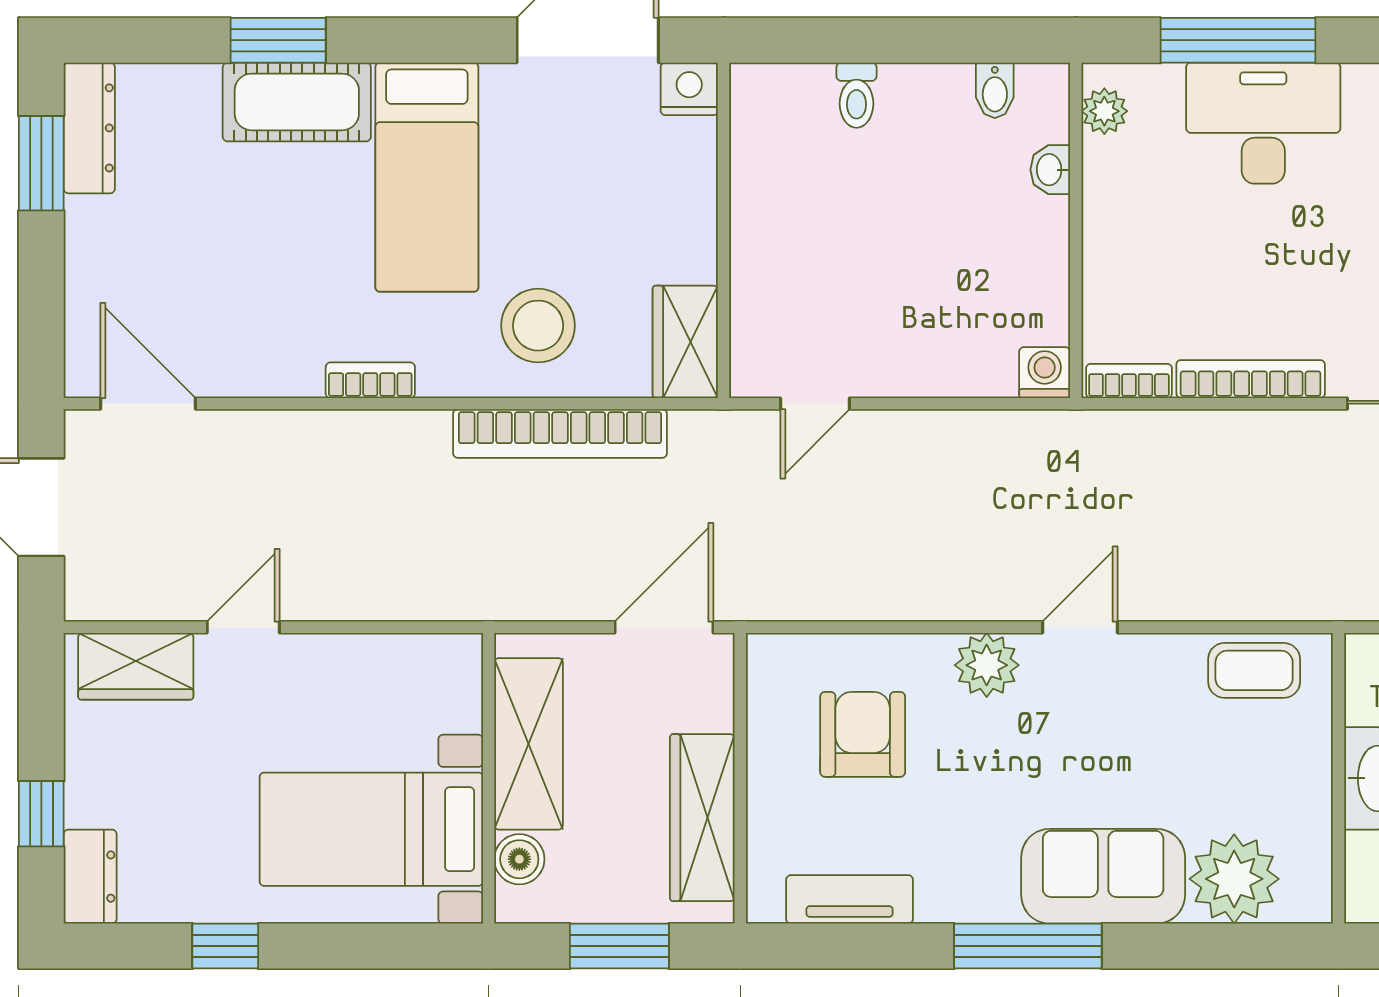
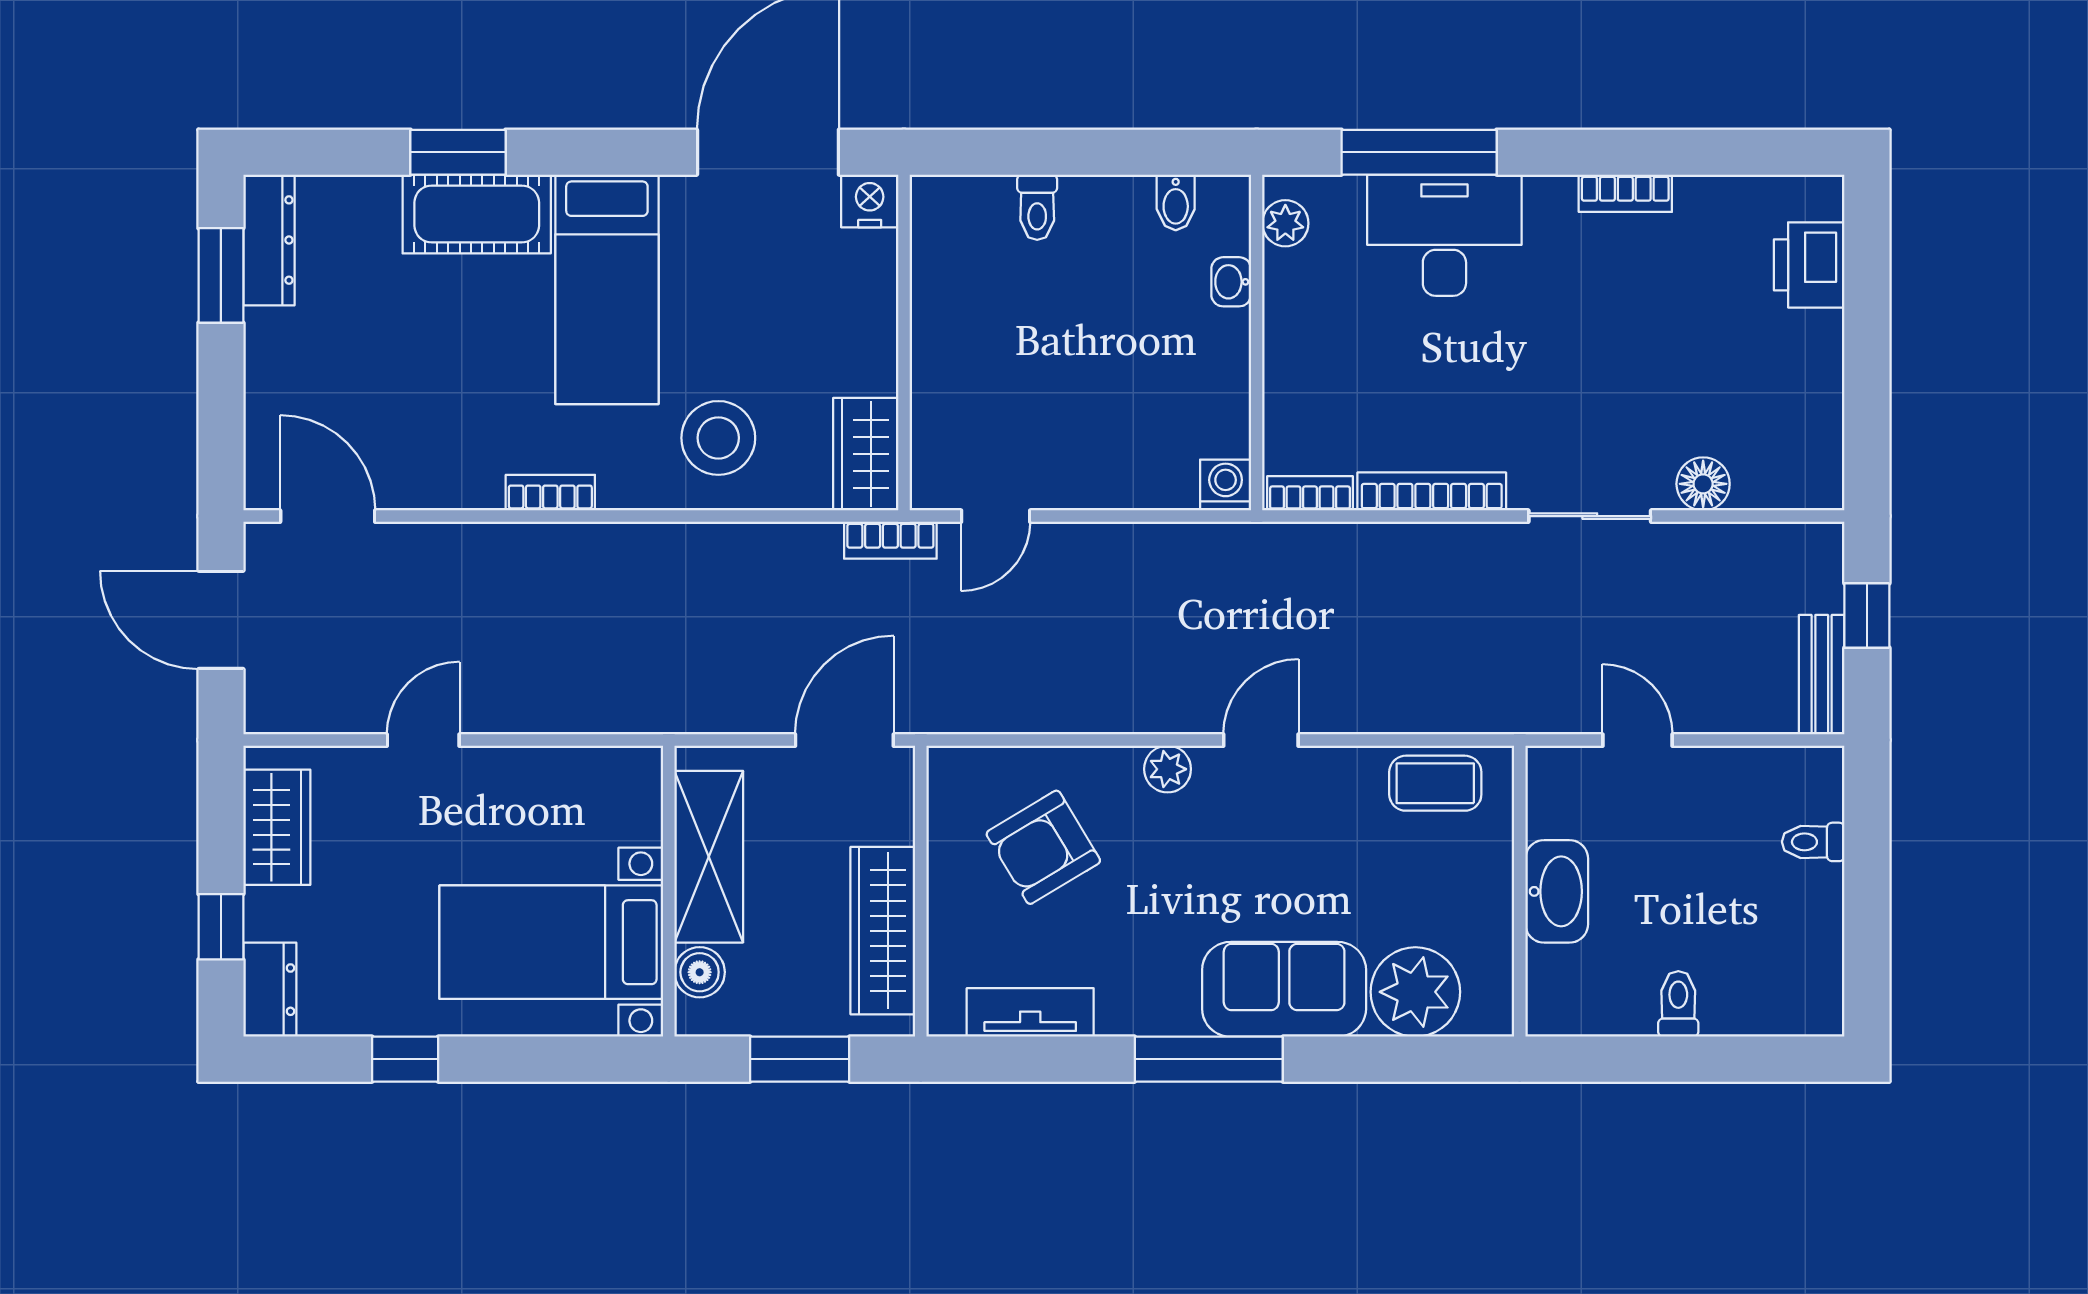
bookcase: (560, 434) -> (890, 540), moved, width x0.43, depth x0.76
plant: (987, 665) -> (1168, 769), width x0.73, depth x0.73
wardrobe: (136, 666) -> (277, 827), moved, turned -90
armchair: (863, 734) -> (1043, 847), turned -121

